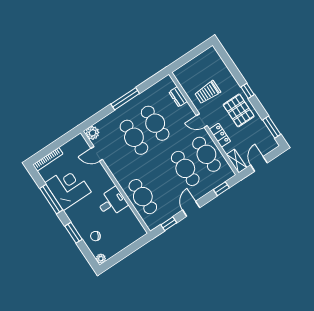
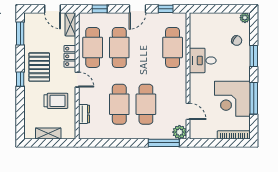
shelving: (196, 62) -> (48, 133), added
window: (125, 99) -> (164, 143), moved
door: (259, 164) -> (52, 9), hinge flipped

